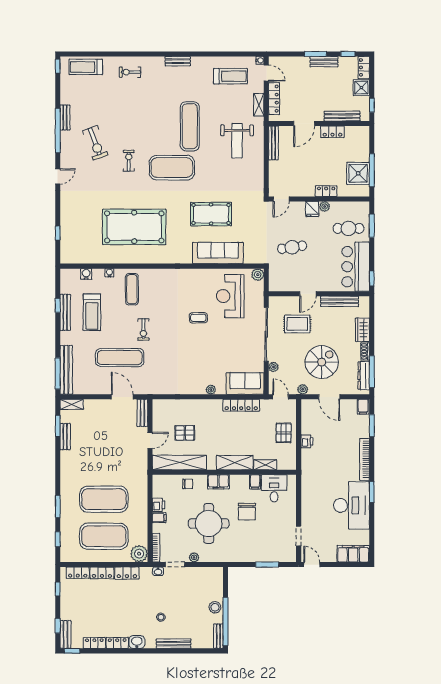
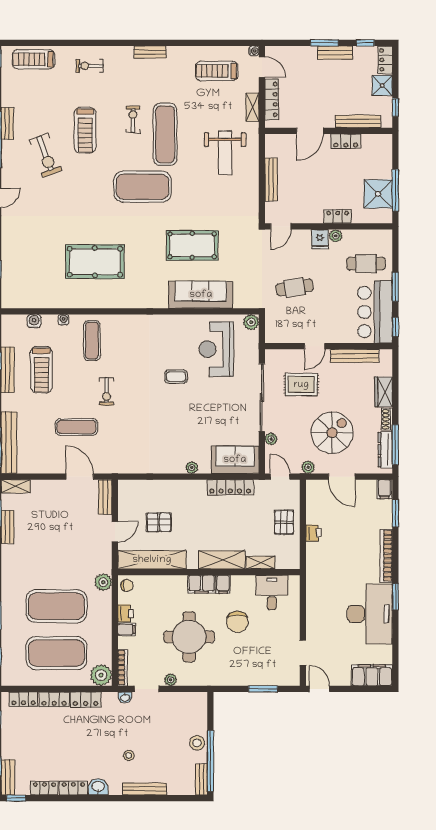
treadmill: (230, 76) -> (217, 71), turned 180
treadmill: (126, 123) -> (85, 130), added
bench: (273, 143) -> (271, 179), moved
exercise bike: (129, 161) -> (133, 119), moved
window: (372, 226) -> (395, 287), moved
pool table: (134, 227) -> (95, 262), width x0.73, depth x0.76
exercise mat: (120, 358) -> (77, 427), width x0.73, depth x0.69
plant: (141, 480) -> (103, 582), added
filing cabinet: (255, 482) -> (223, 584), moved
chair: (188, 484) -> (127, 585), moved

